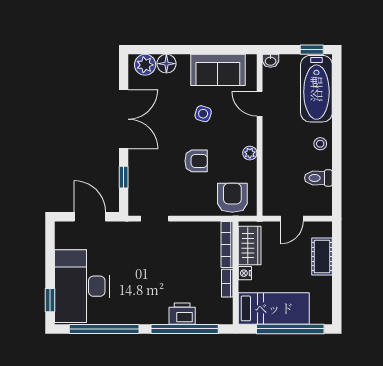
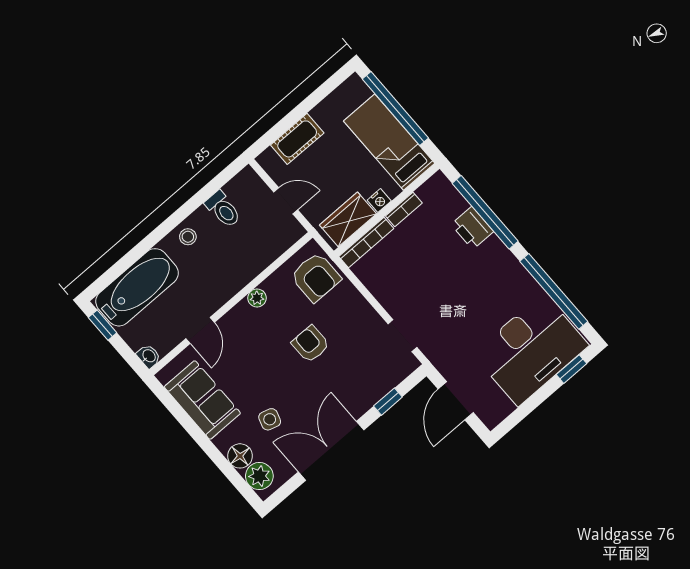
side table: (203, 114) -> (270, 419), moved
armchair: (232, 198) -> (316, 277), turned -90

